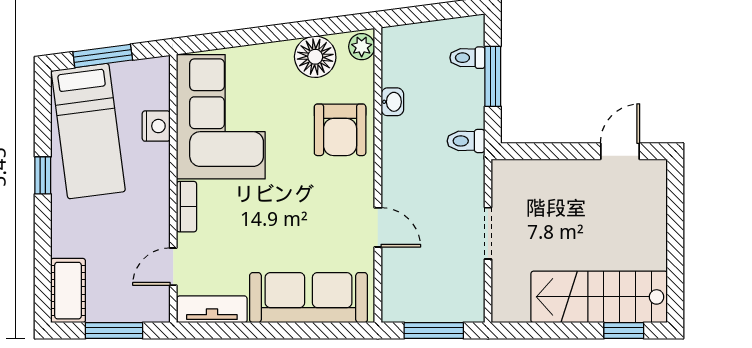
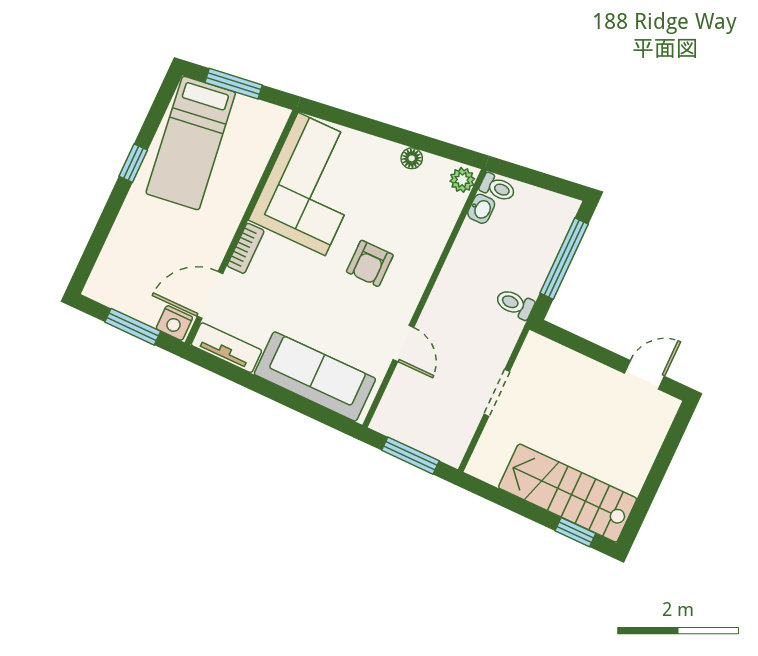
floor lamp: (315, 57) -> (412, 158), width x0.53, depth x0.53
toilet: (467, 58) -> (498, 188), moved, turned 180
window: (493, 76) -> (564, 259), width x1.44
washbasin: (392, 102) -> (481, 209), moved
nightstand: (156, 126) -> (174, 323), moved, turned 90
armchair: (340, 130) -> (370, 263), moved, width x0.72, depth x0.72
door: (173, 267) -> (210, 295), width x1.37
cot: (68, 291) -> (109, 273), removed

